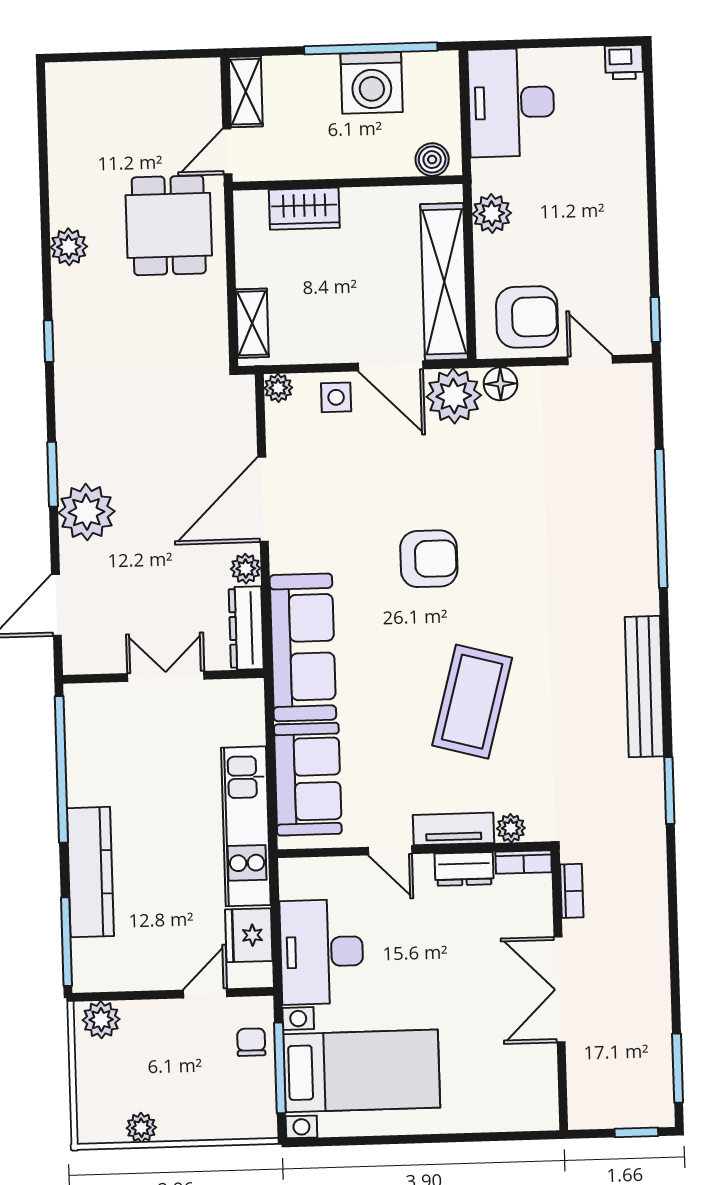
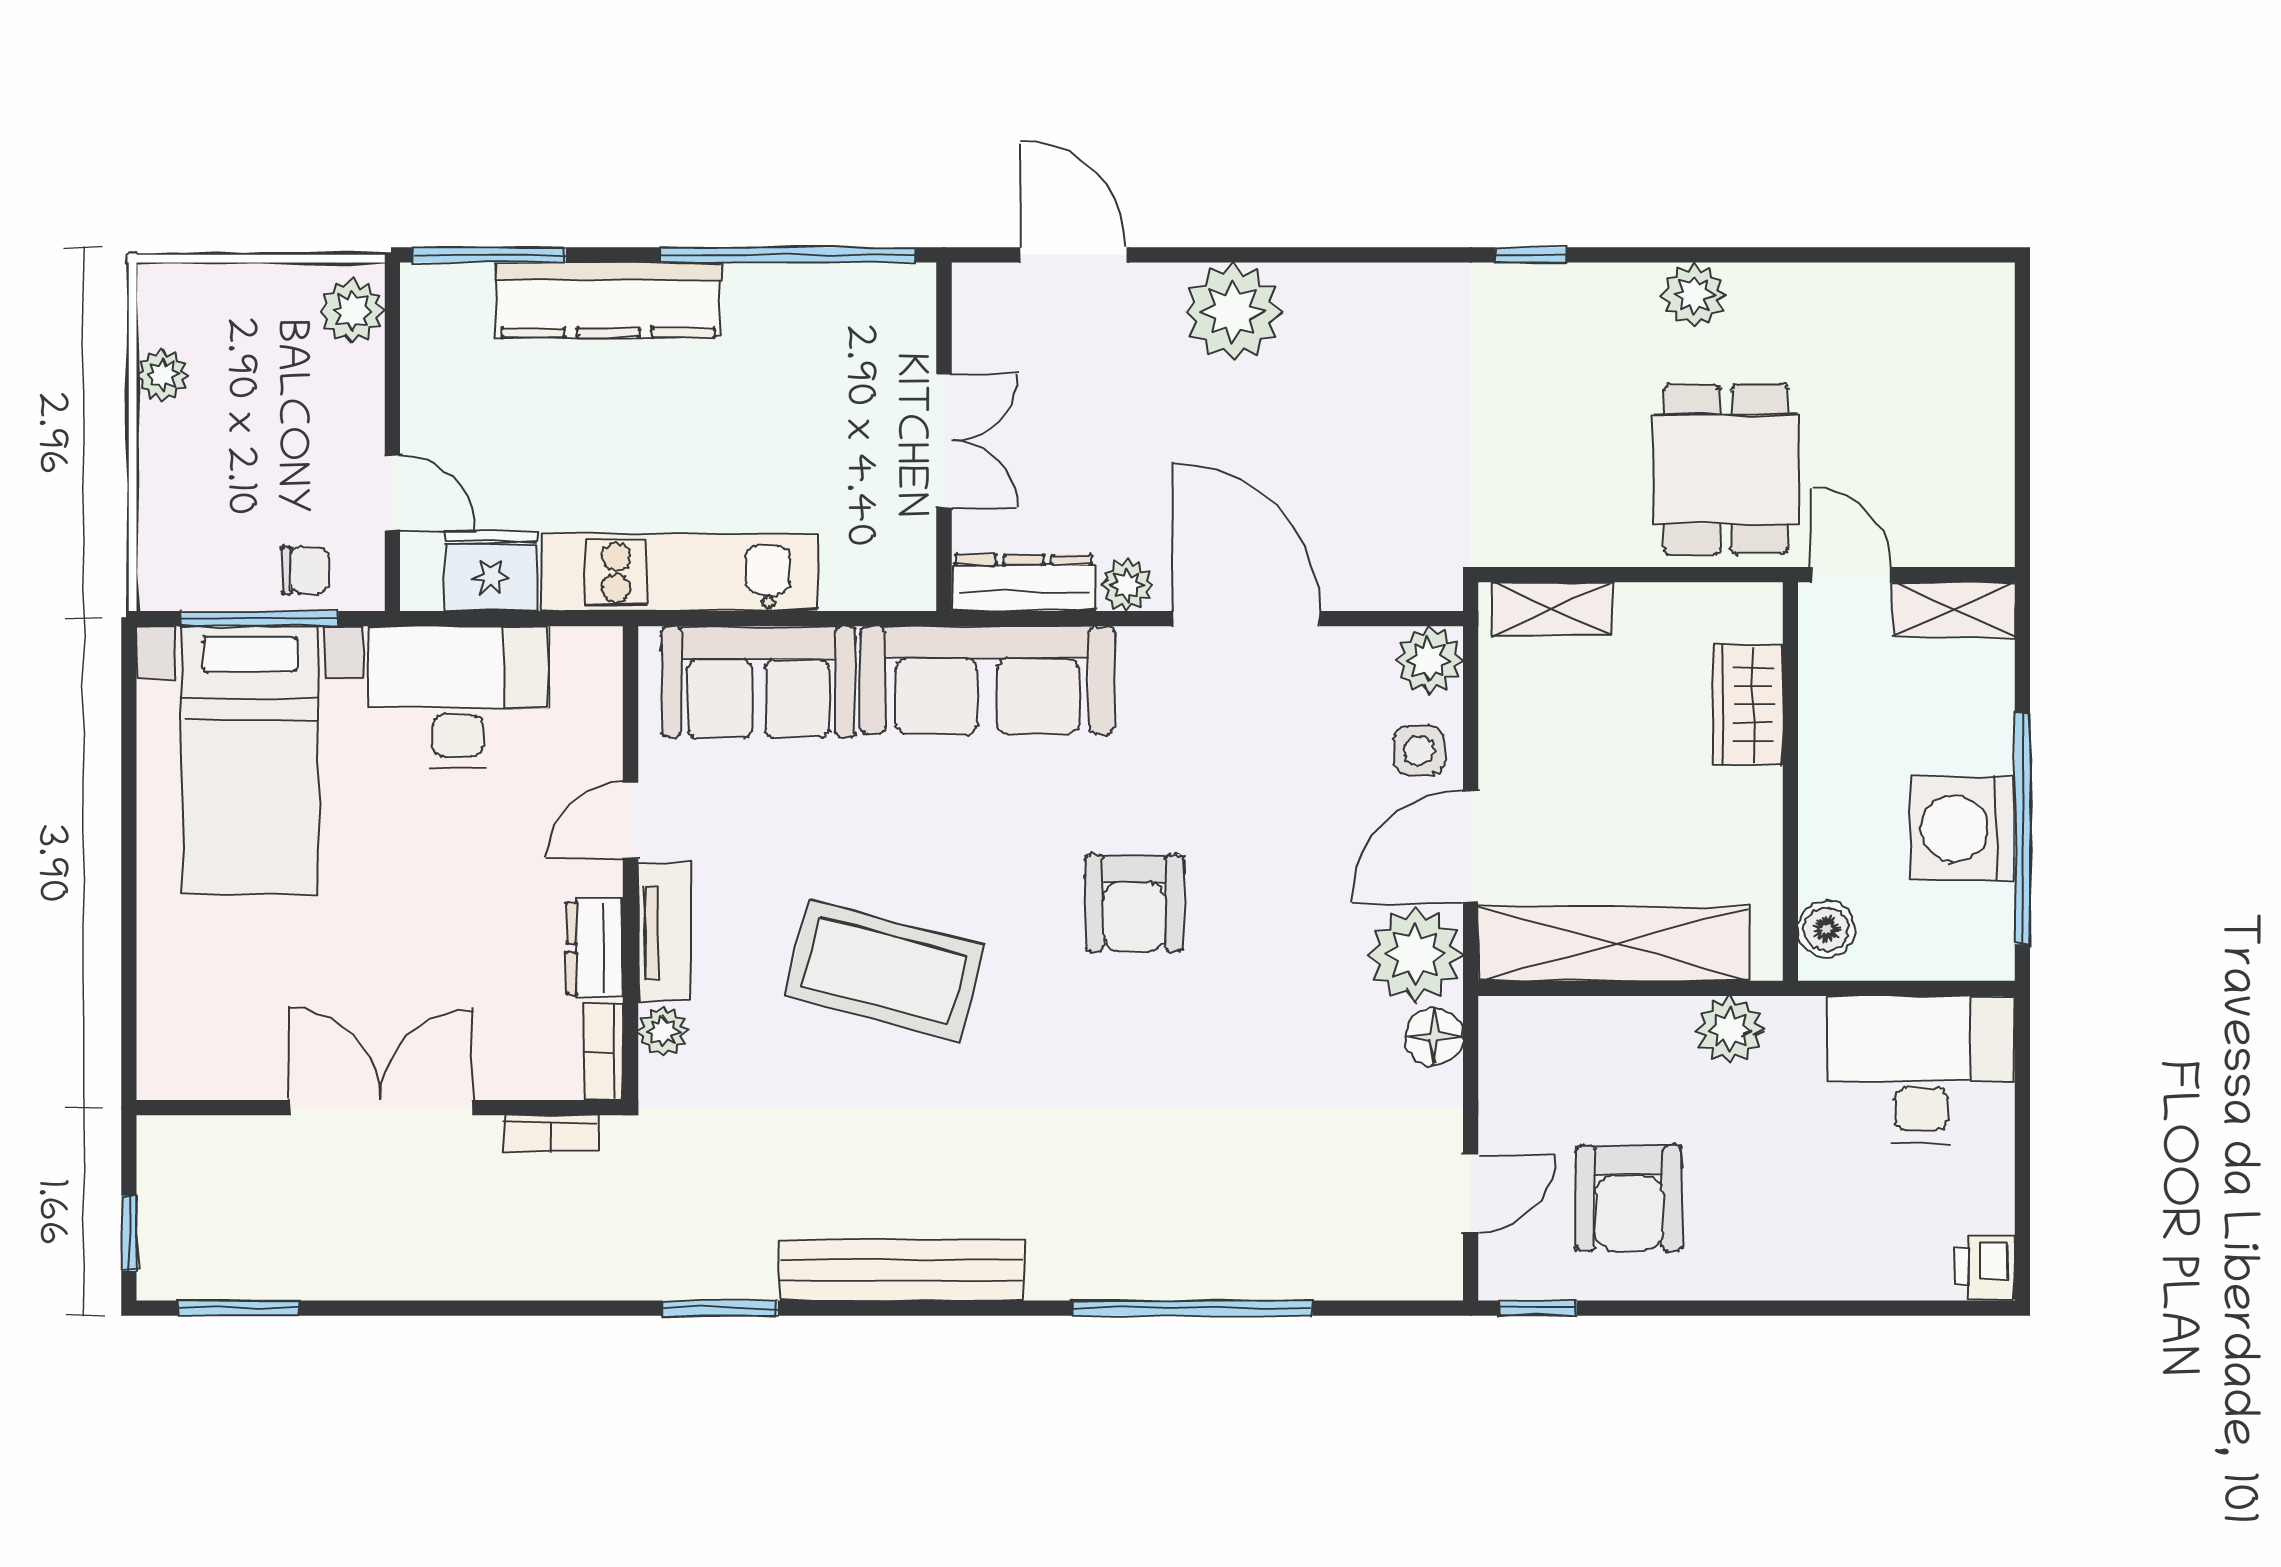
dining table: (169, 225) -> (1726, 469), turned 90
armchair: (527, 317) -> (1629, 1198), moved
plant: (278, 388) -> (1429, 660), width x1.38, depth x1.38
window: (53, 474) -> (1300, 255), removed

